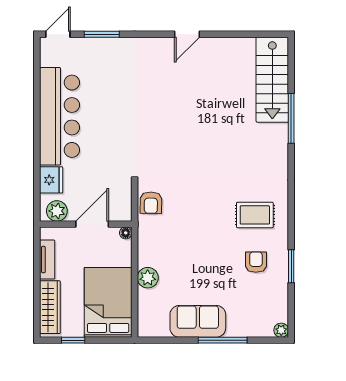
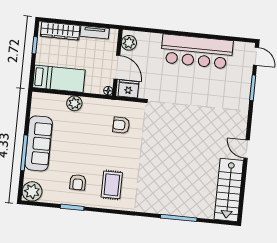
stairs: (272, 80) -> (229, 190), moved, turned -90
fridge: (51, 180) -> (128, 89), moved, turned 180
armchair: (151, 203) -> (121, 125), moved
armchair: (256, 262) -> (78, 182), turned 90
bed: (108, 302) -> (59, 79), width x0.67
sofa: (198, 321) -> (39, 143), width x1.36
plant: (281, 330) -> (32, 191), width x1.88, depth x1.88

